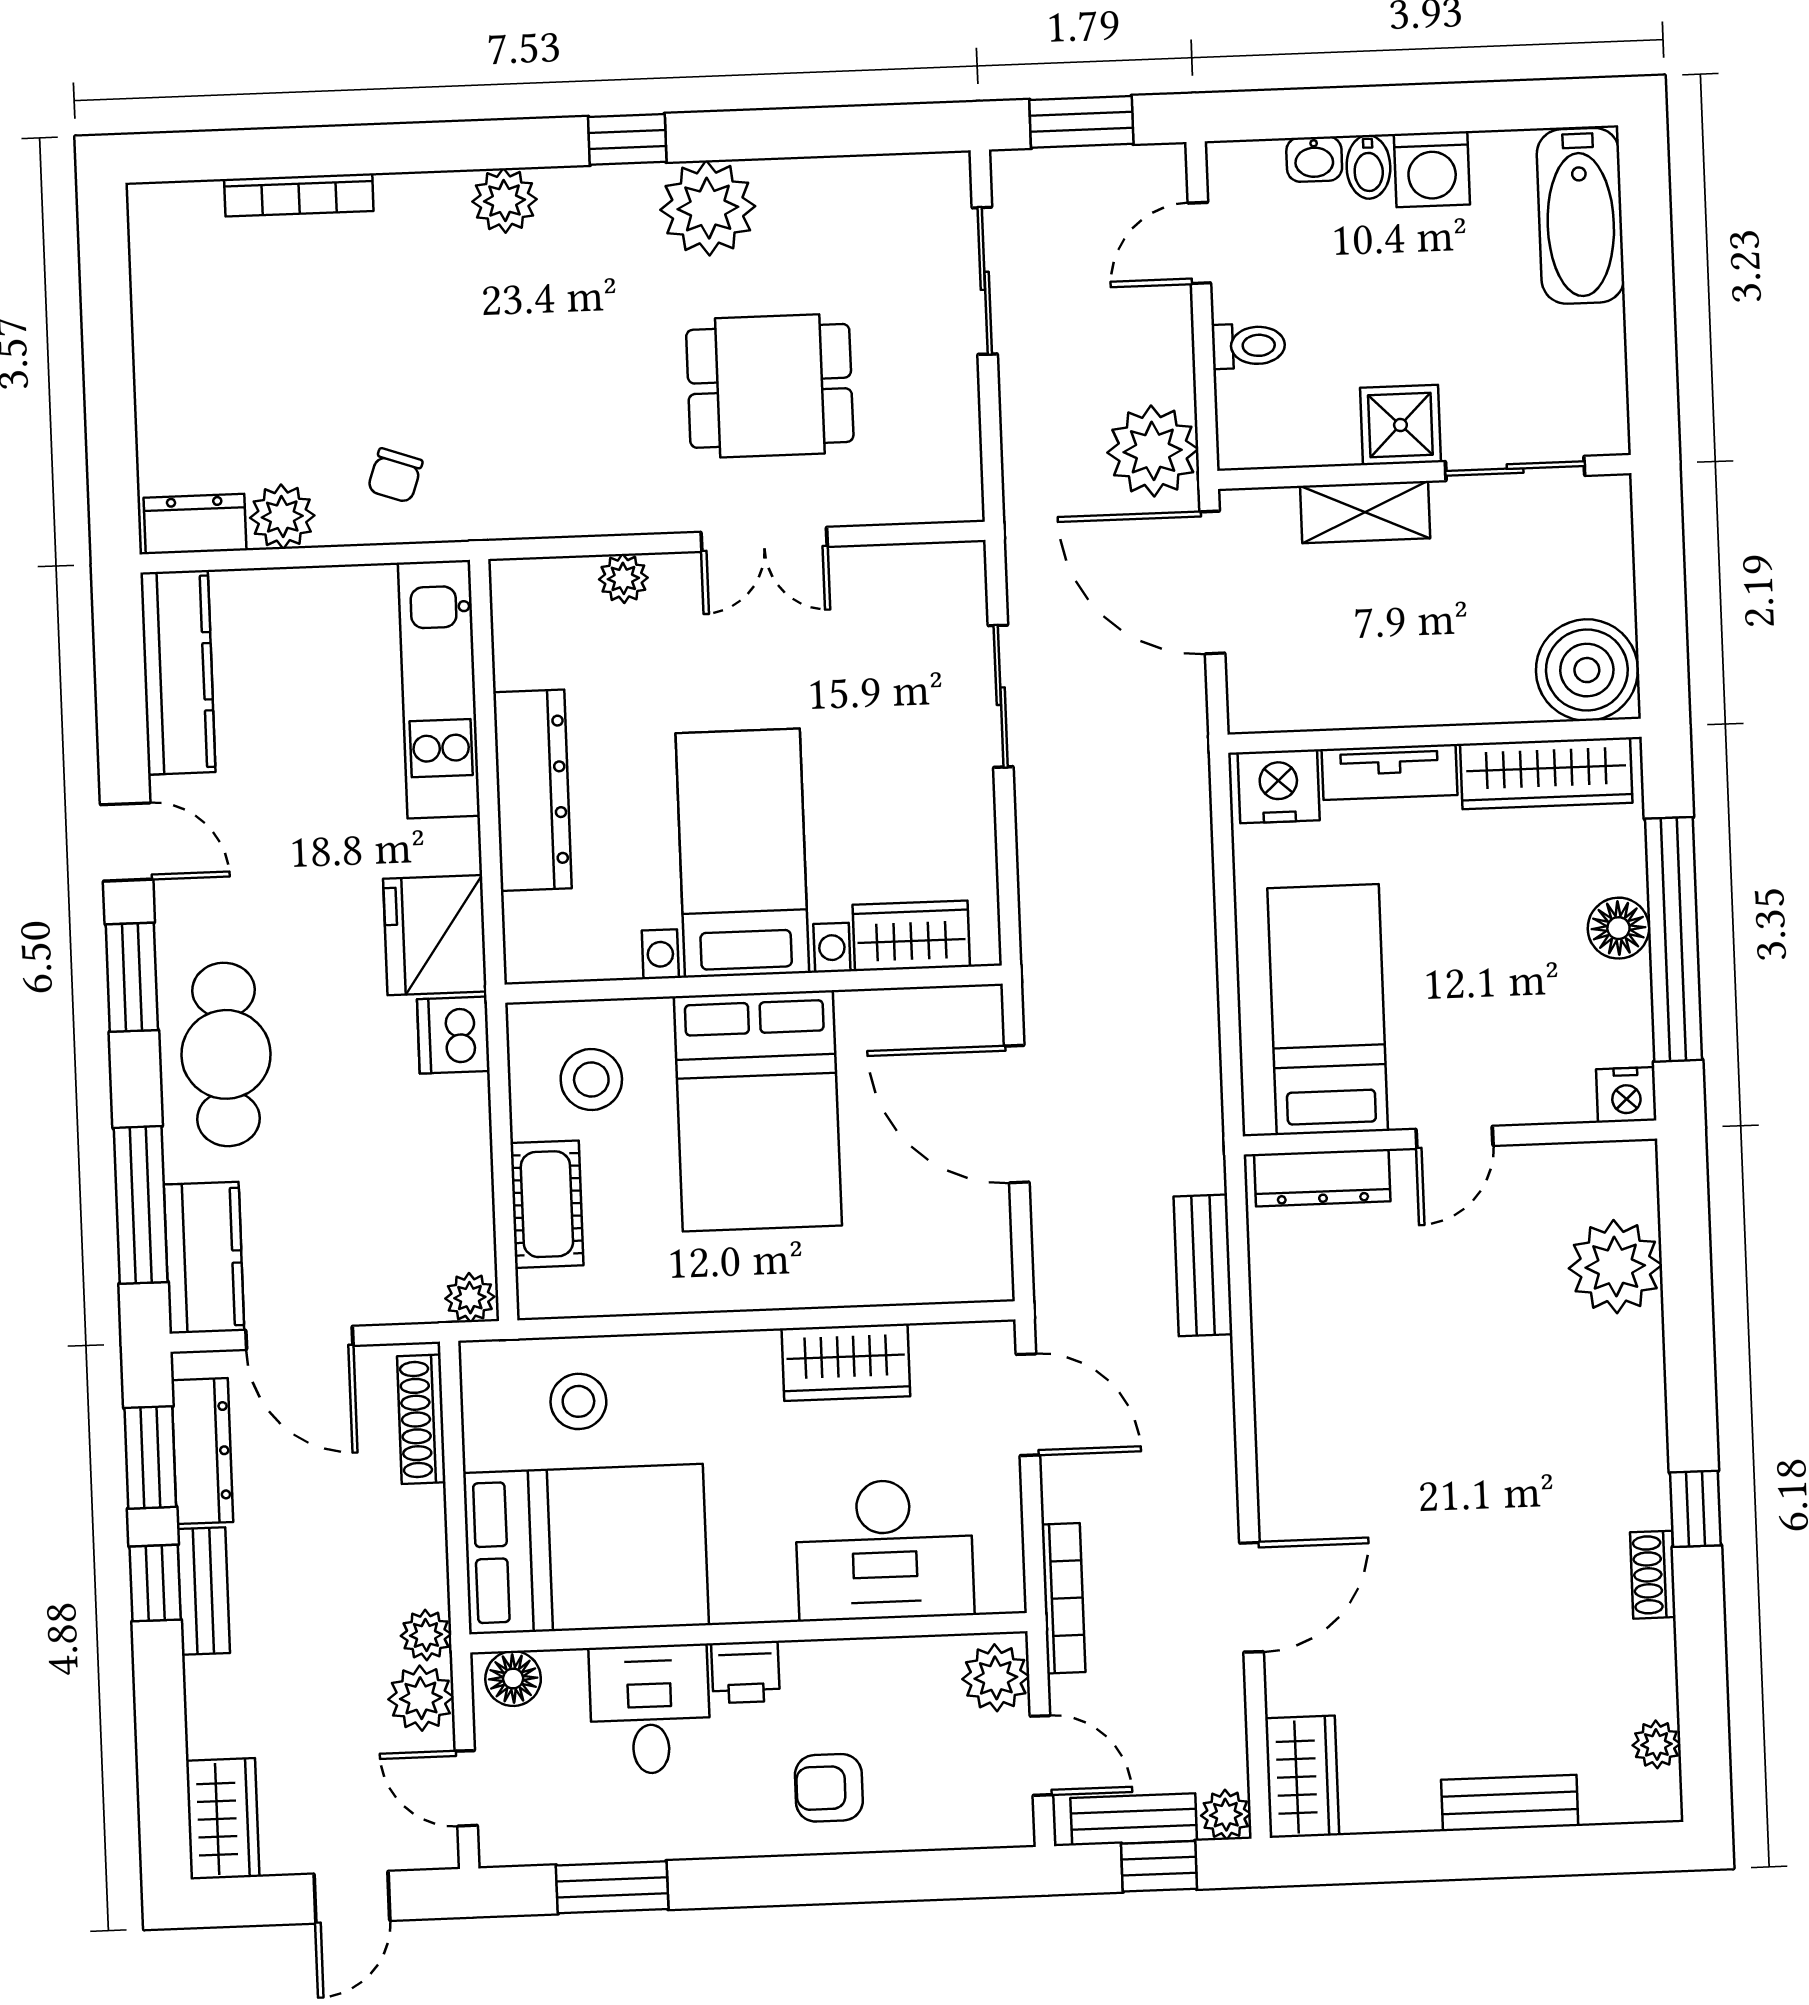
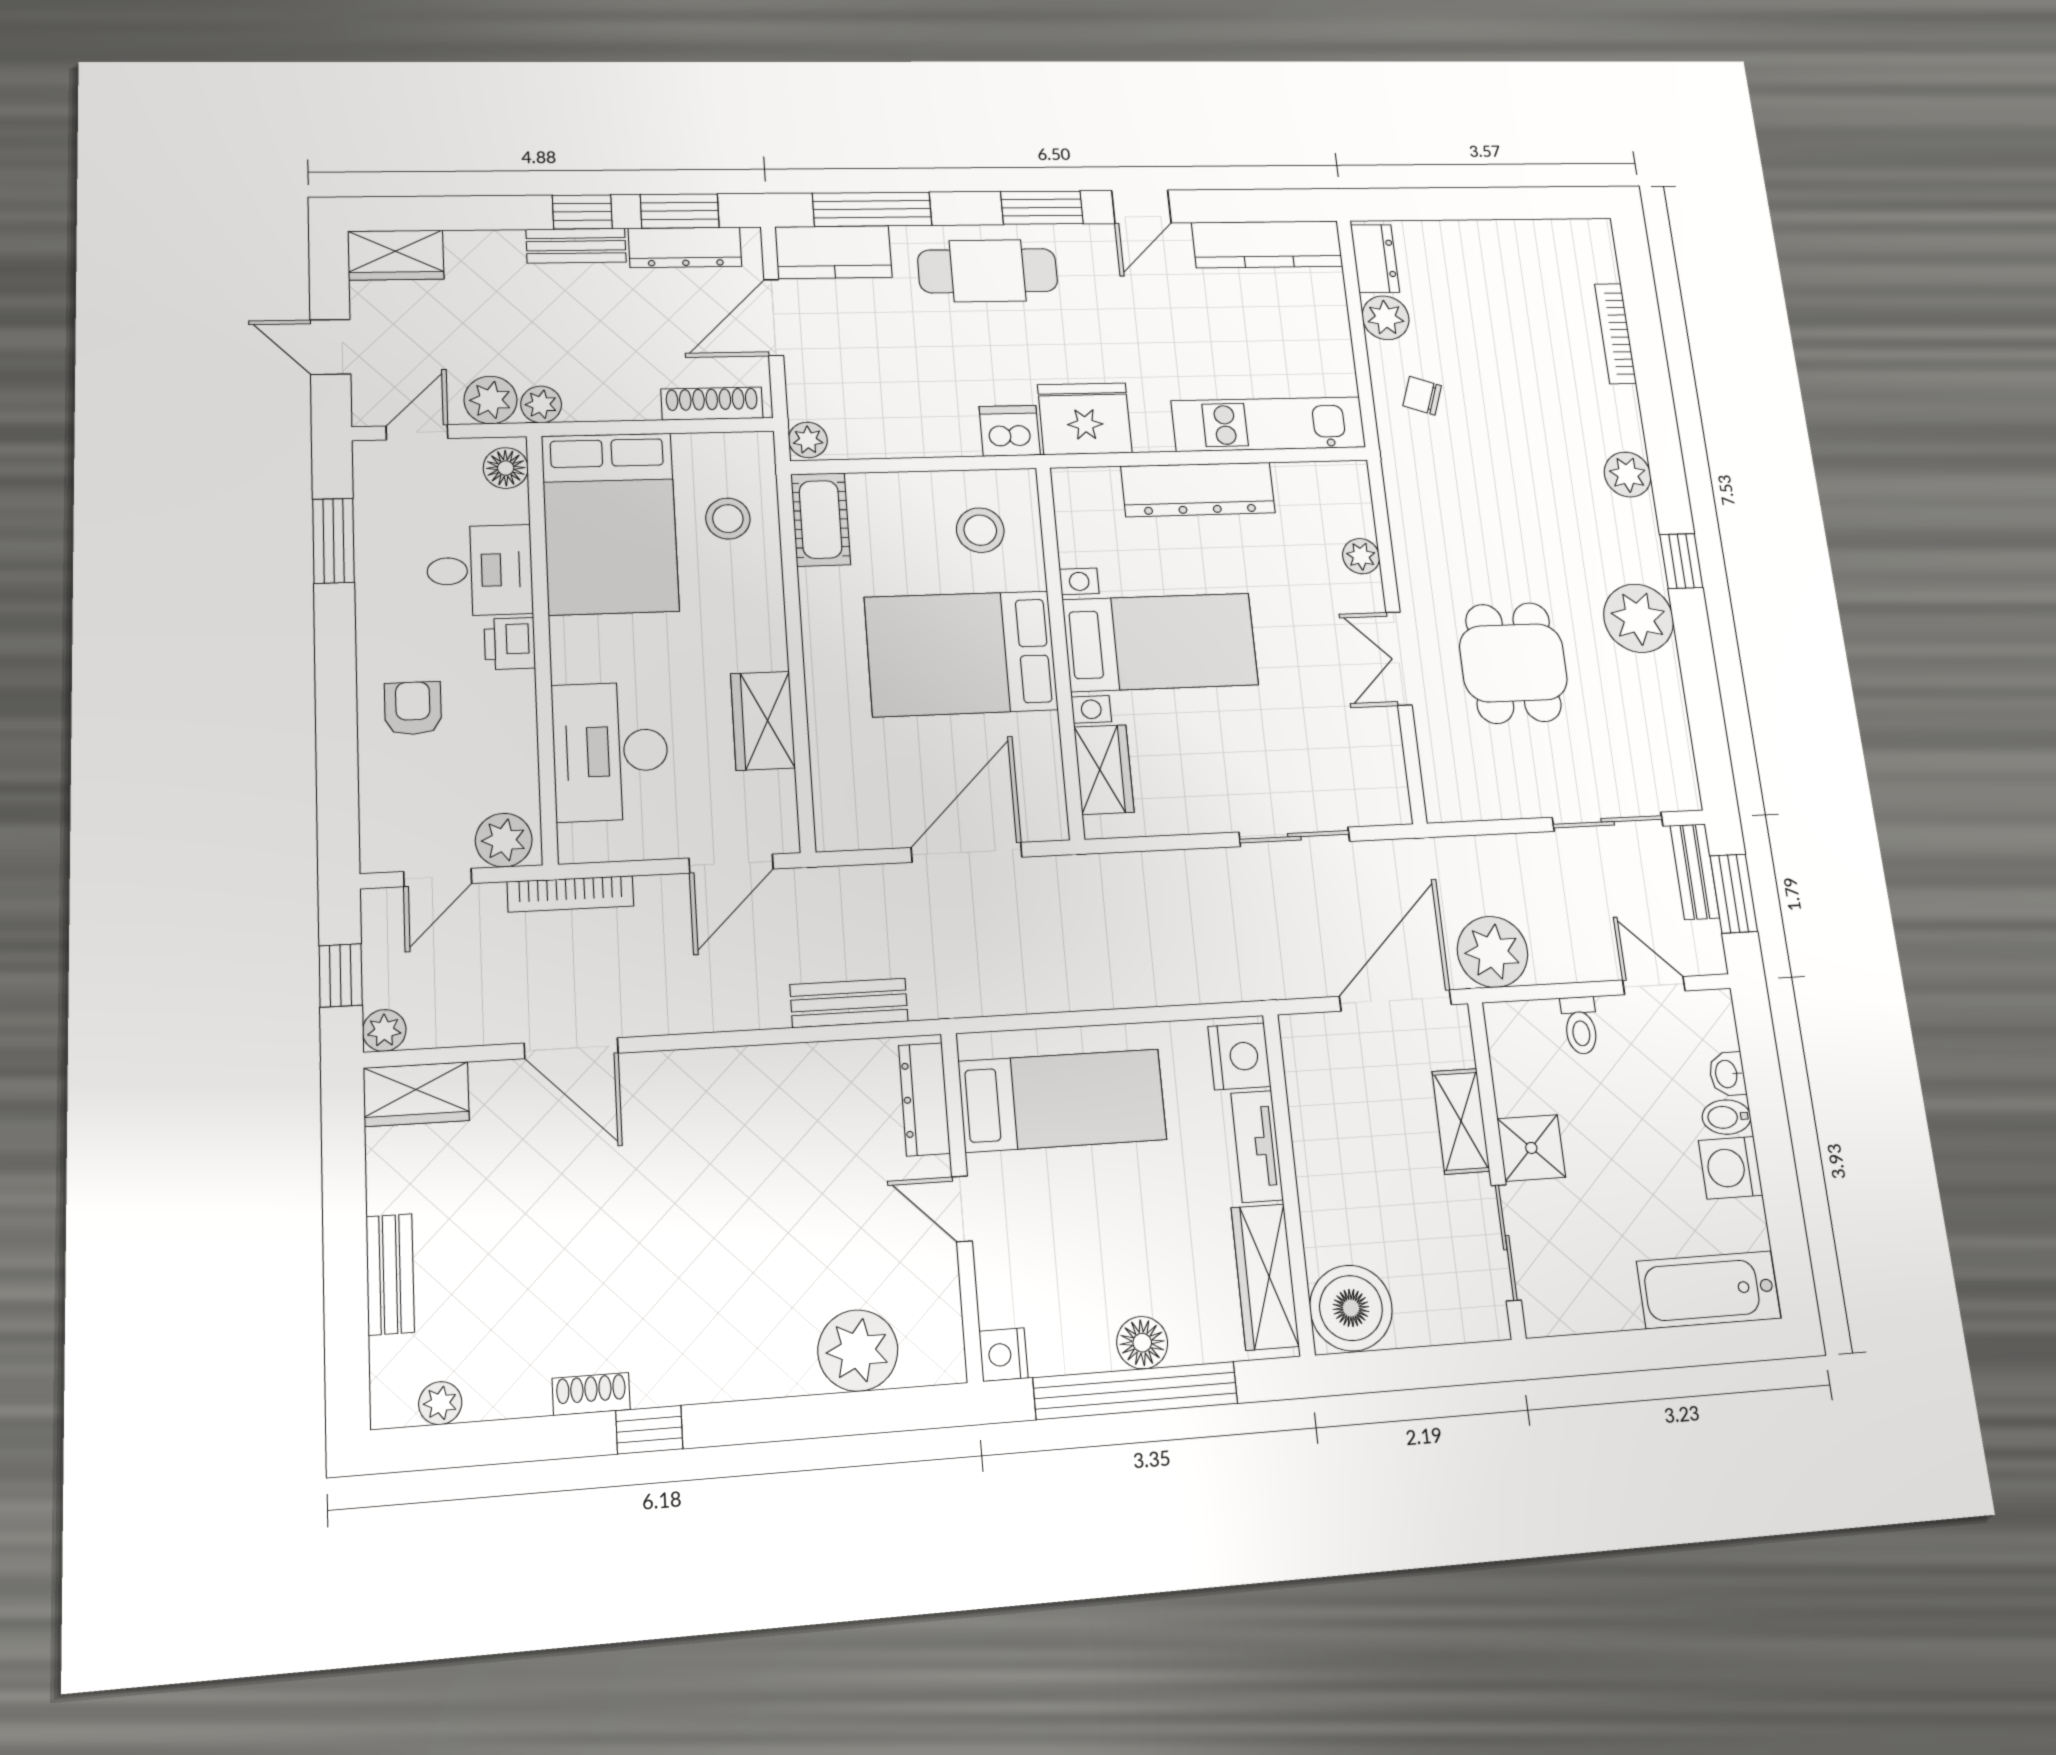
cot: (547, 1204) -> (821, 519), moved, turned 90
bench: (1134, 1819) -> (1695, 872), moved

